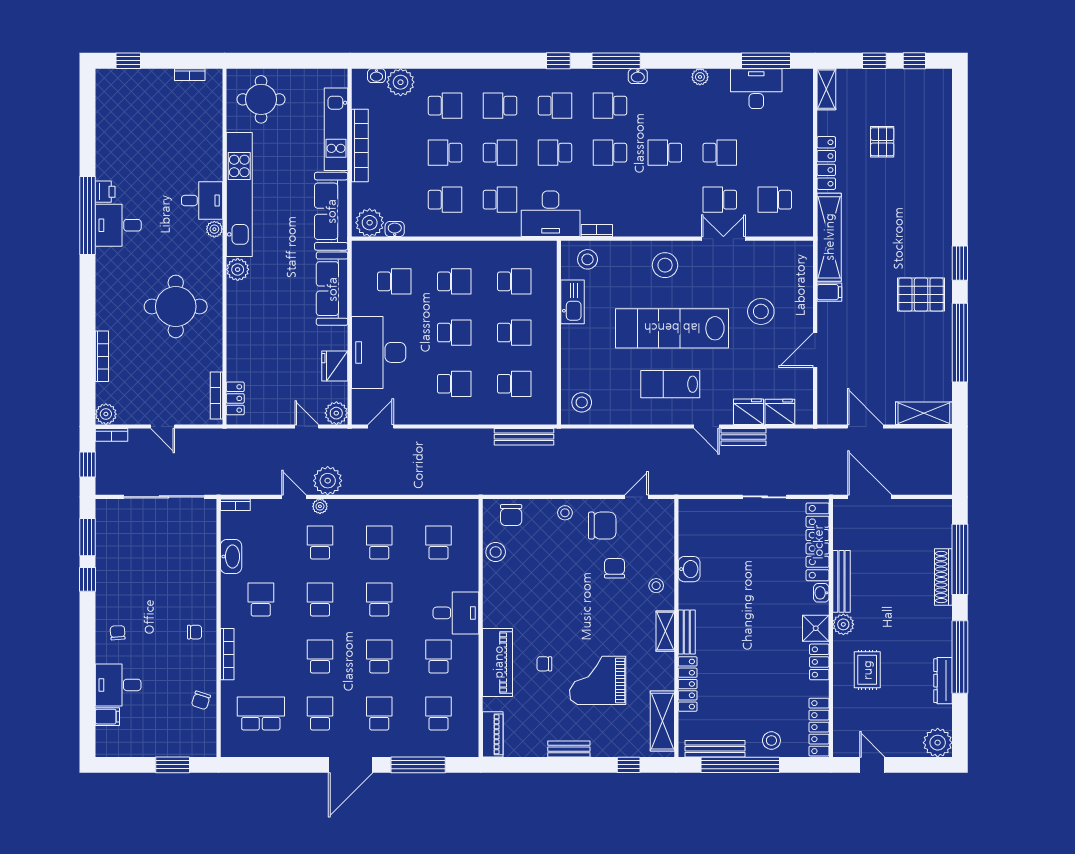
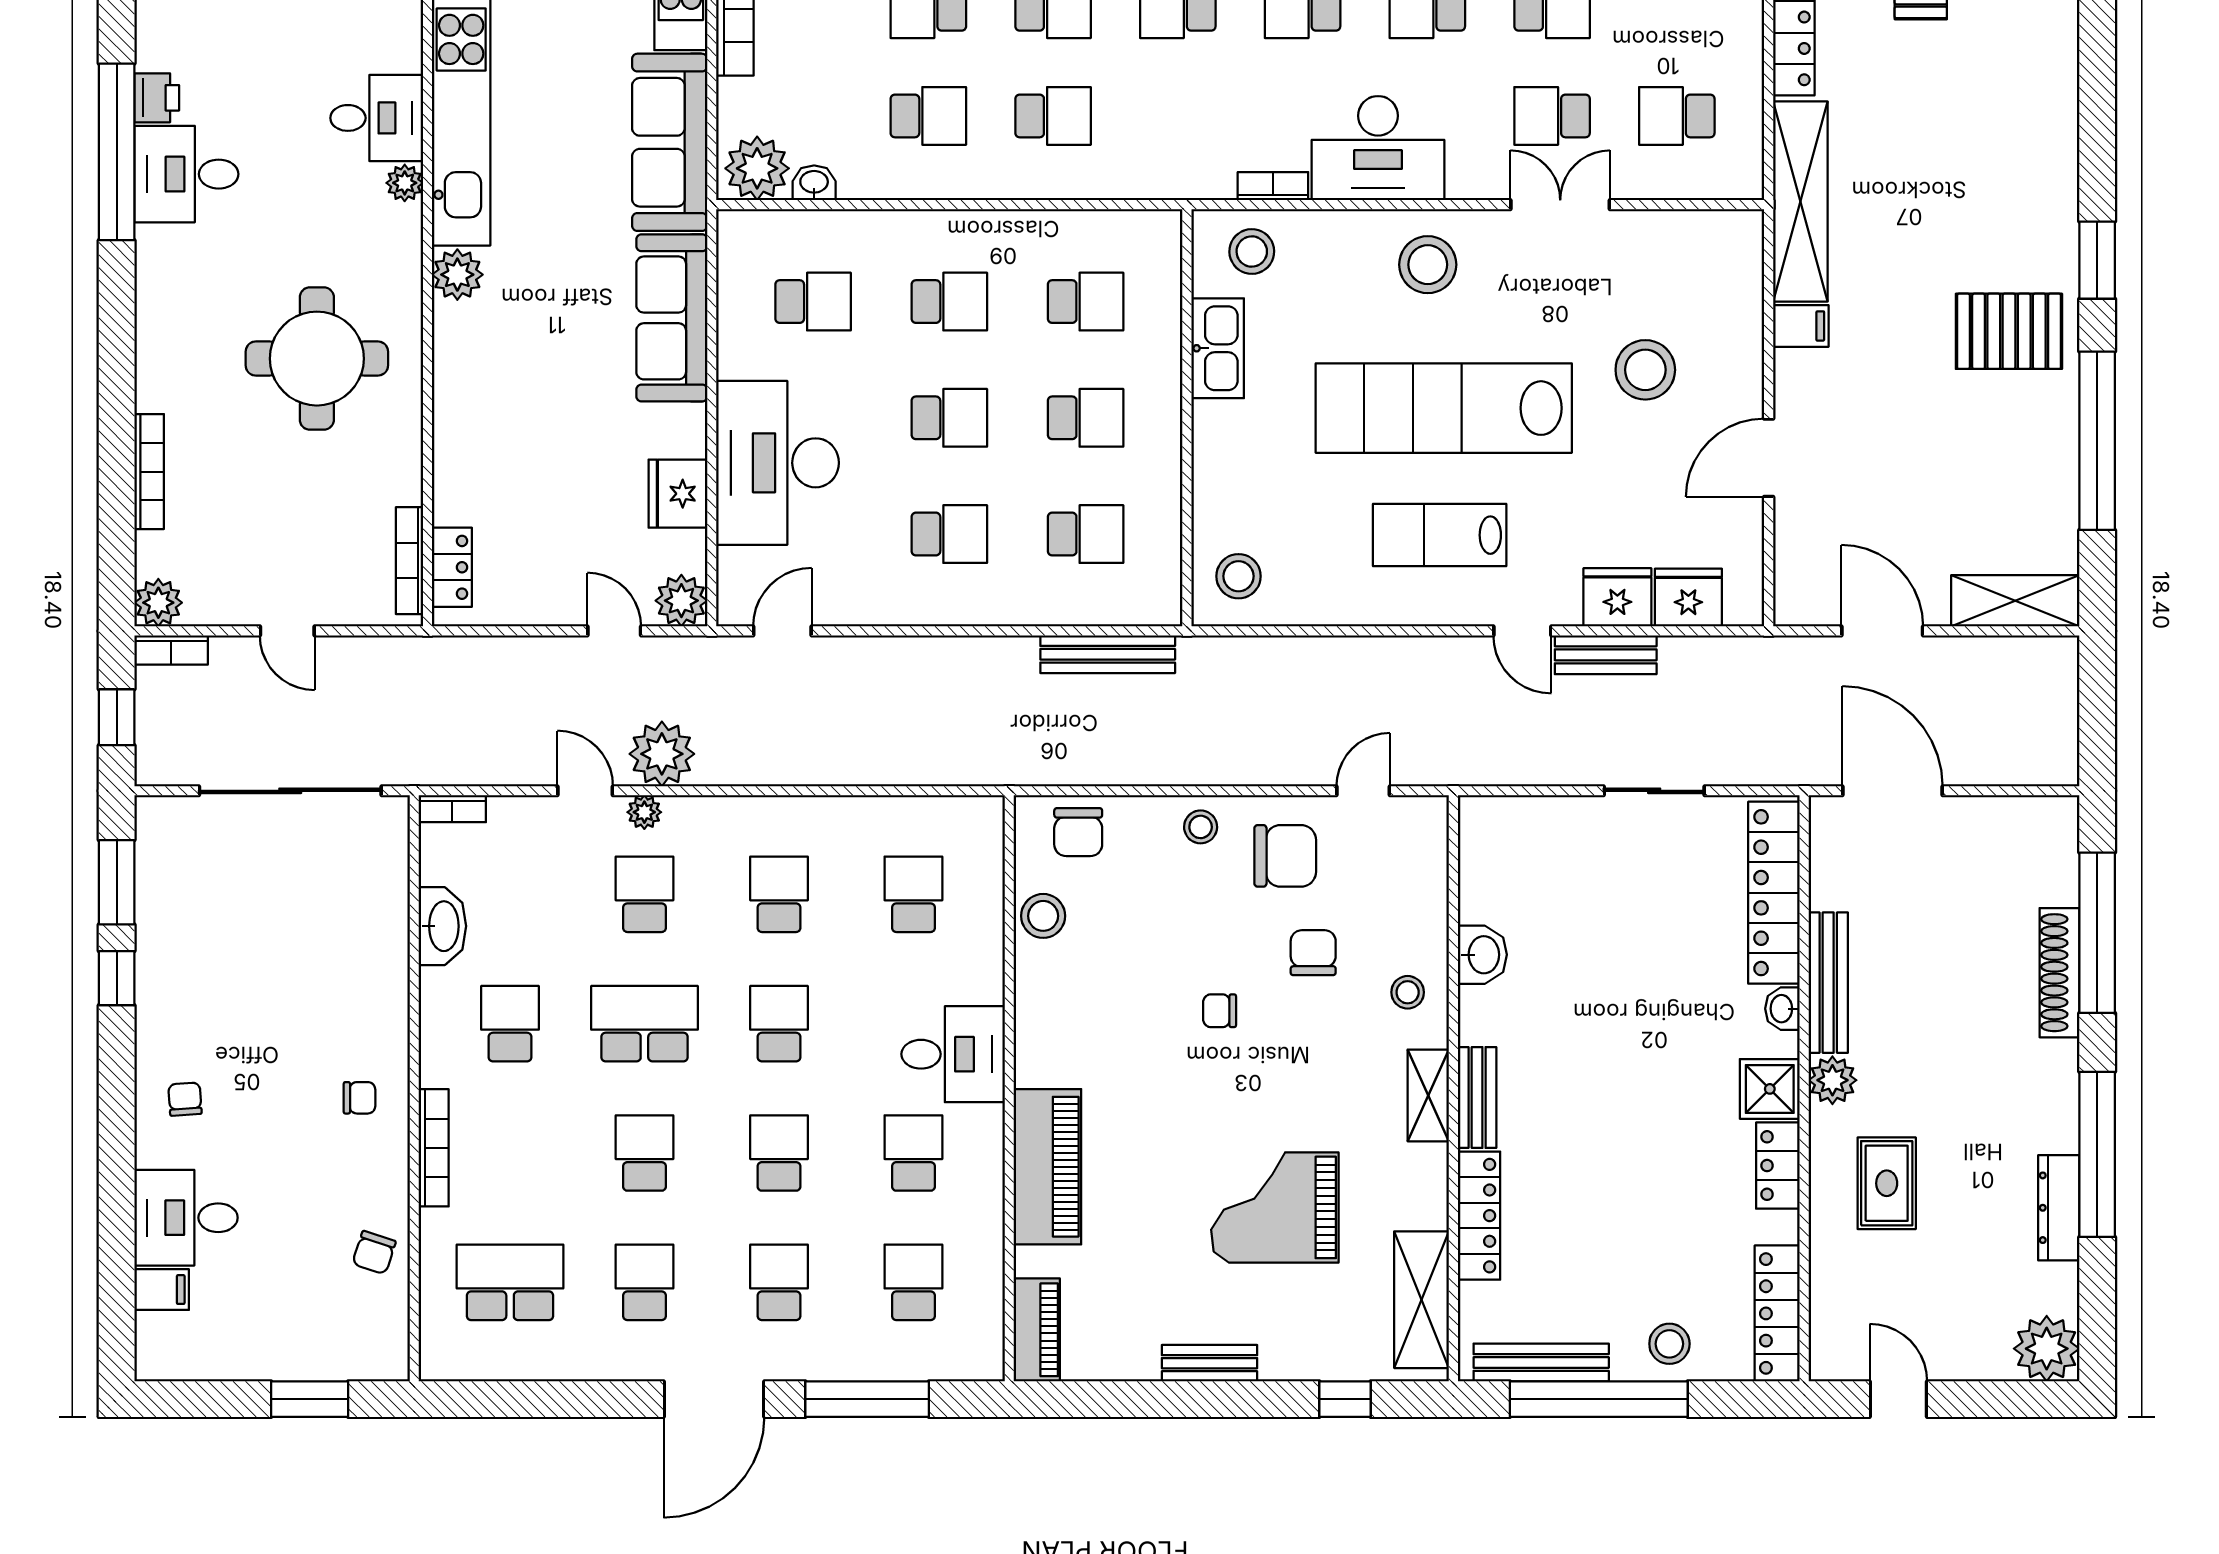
desk: (551, 214) -> (1378, 148), moved
school desk: (320, 599) -> (644, 1024), width x1.85
chair: (544, 664) -> (1220, 1011), moved

